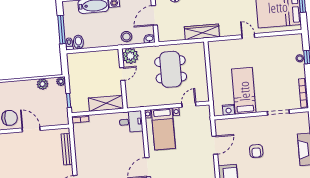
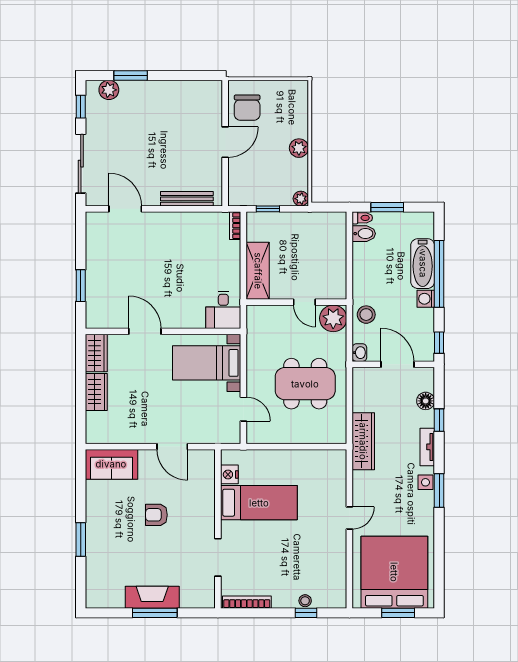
window: (62, 30) -> (387, 207), width x0.69
plant: (42, 84) -> (299, 148), moved

